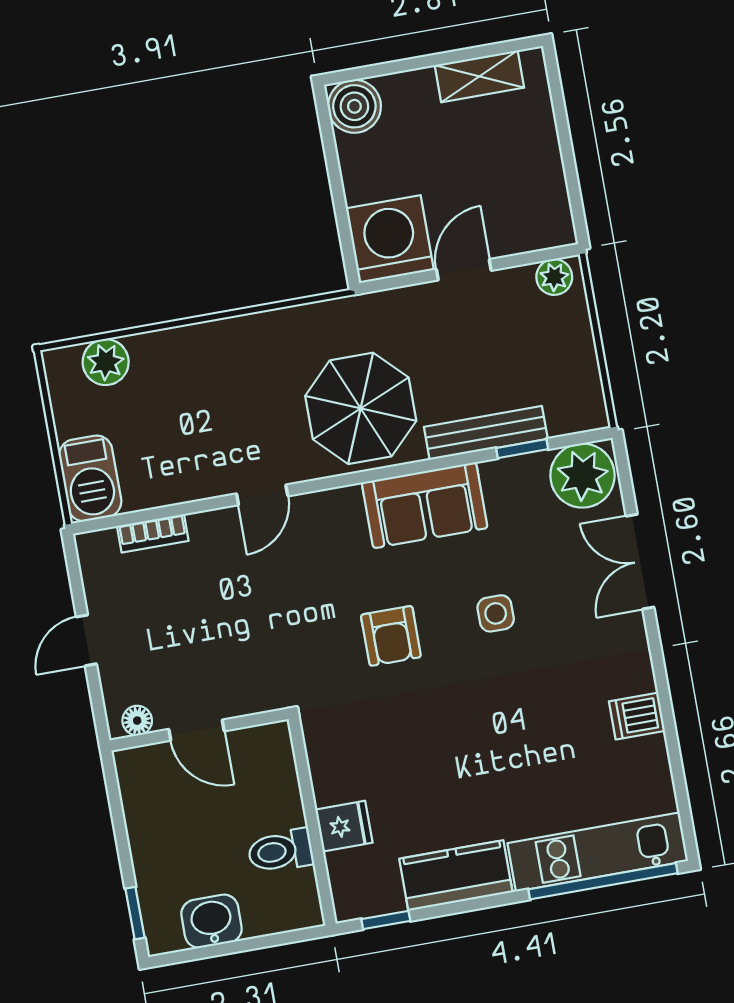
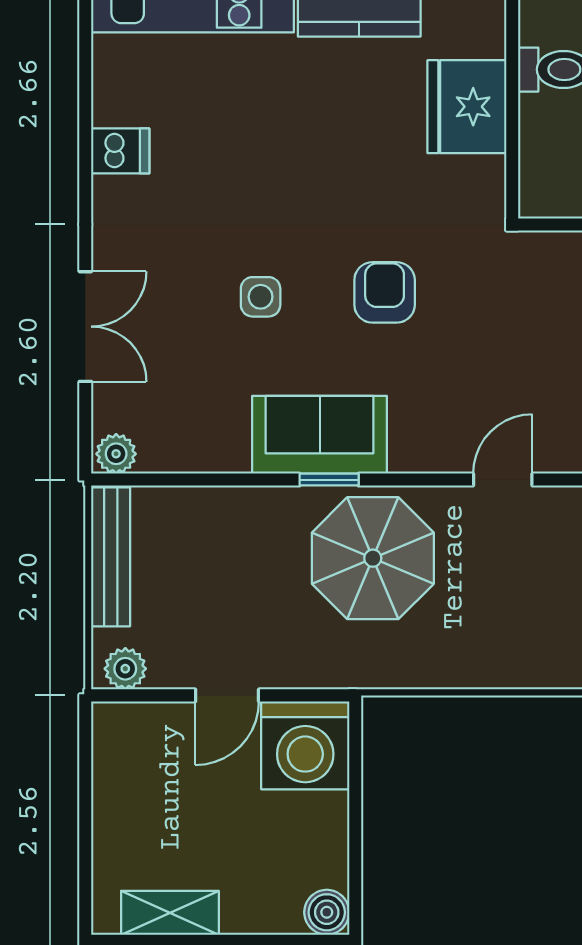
boiler: (354, 106) -> (327, 912), width x0.73, depth x0.73
bench: (486, 433) -> (111, 557), moved, turned 90
window: (522, 449) -> (329, 480), moved
plant: (582, 476) -> (116, 454), width x0.53, depth x0.53
fridge: (344, 826) -> (467, 107), width x1.88, depth x1.34

